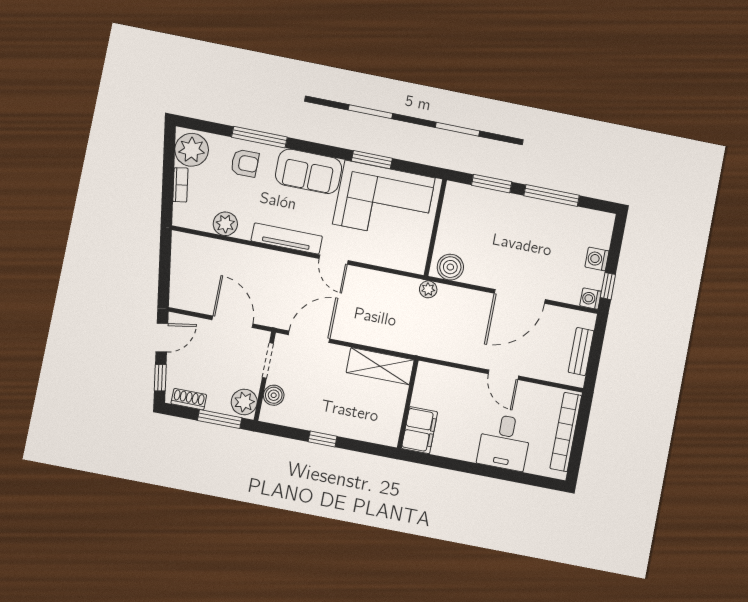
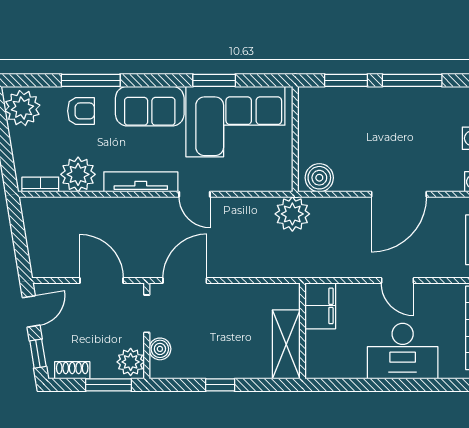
bookcase: (180, 185) -> (40, 184), moved, turned -81
plant: (225, 224) -> (78, 174), width x1.36, depth x1.36
plant: (428, 289) -> (292, 214), width x1.87, depth x1.87
shelving: (380, 366) -> (286, 344), moved, turned 90
filing cabinet: (420, 430) -> (320, 306), moved
desk: (504, 442) -> (403, 351), width x1.37

